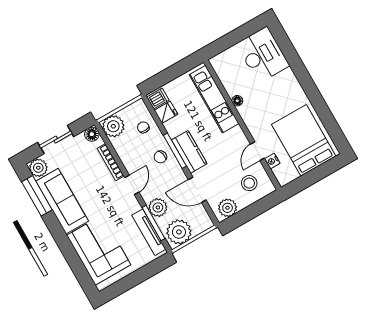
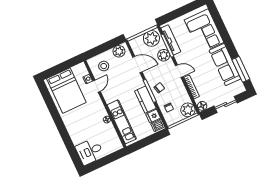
desk: (263, 55) -> (90, 151), width x0.73
kitchen counter: (189, 152) -> (145, 100), moved
plant: (38, 168) -> (238, 87), removed
door: (132, 185) -> (179, 71), swing flipped

